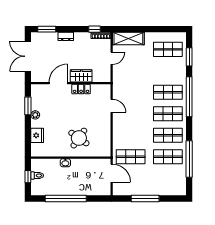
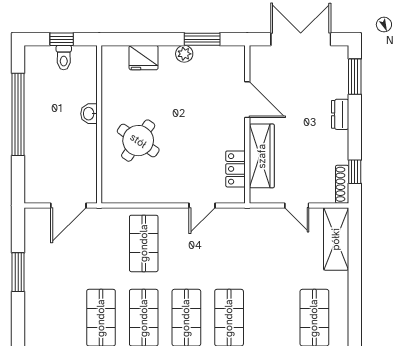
wardrobe: (81, 76) -> (262, 156), width x1.50
locker: (81, 89) -> (236, 169), moved
shop shelf: (131, 157) -> (144, 243), moved
window: (145, 198) -> (18, 272), width x0.69

